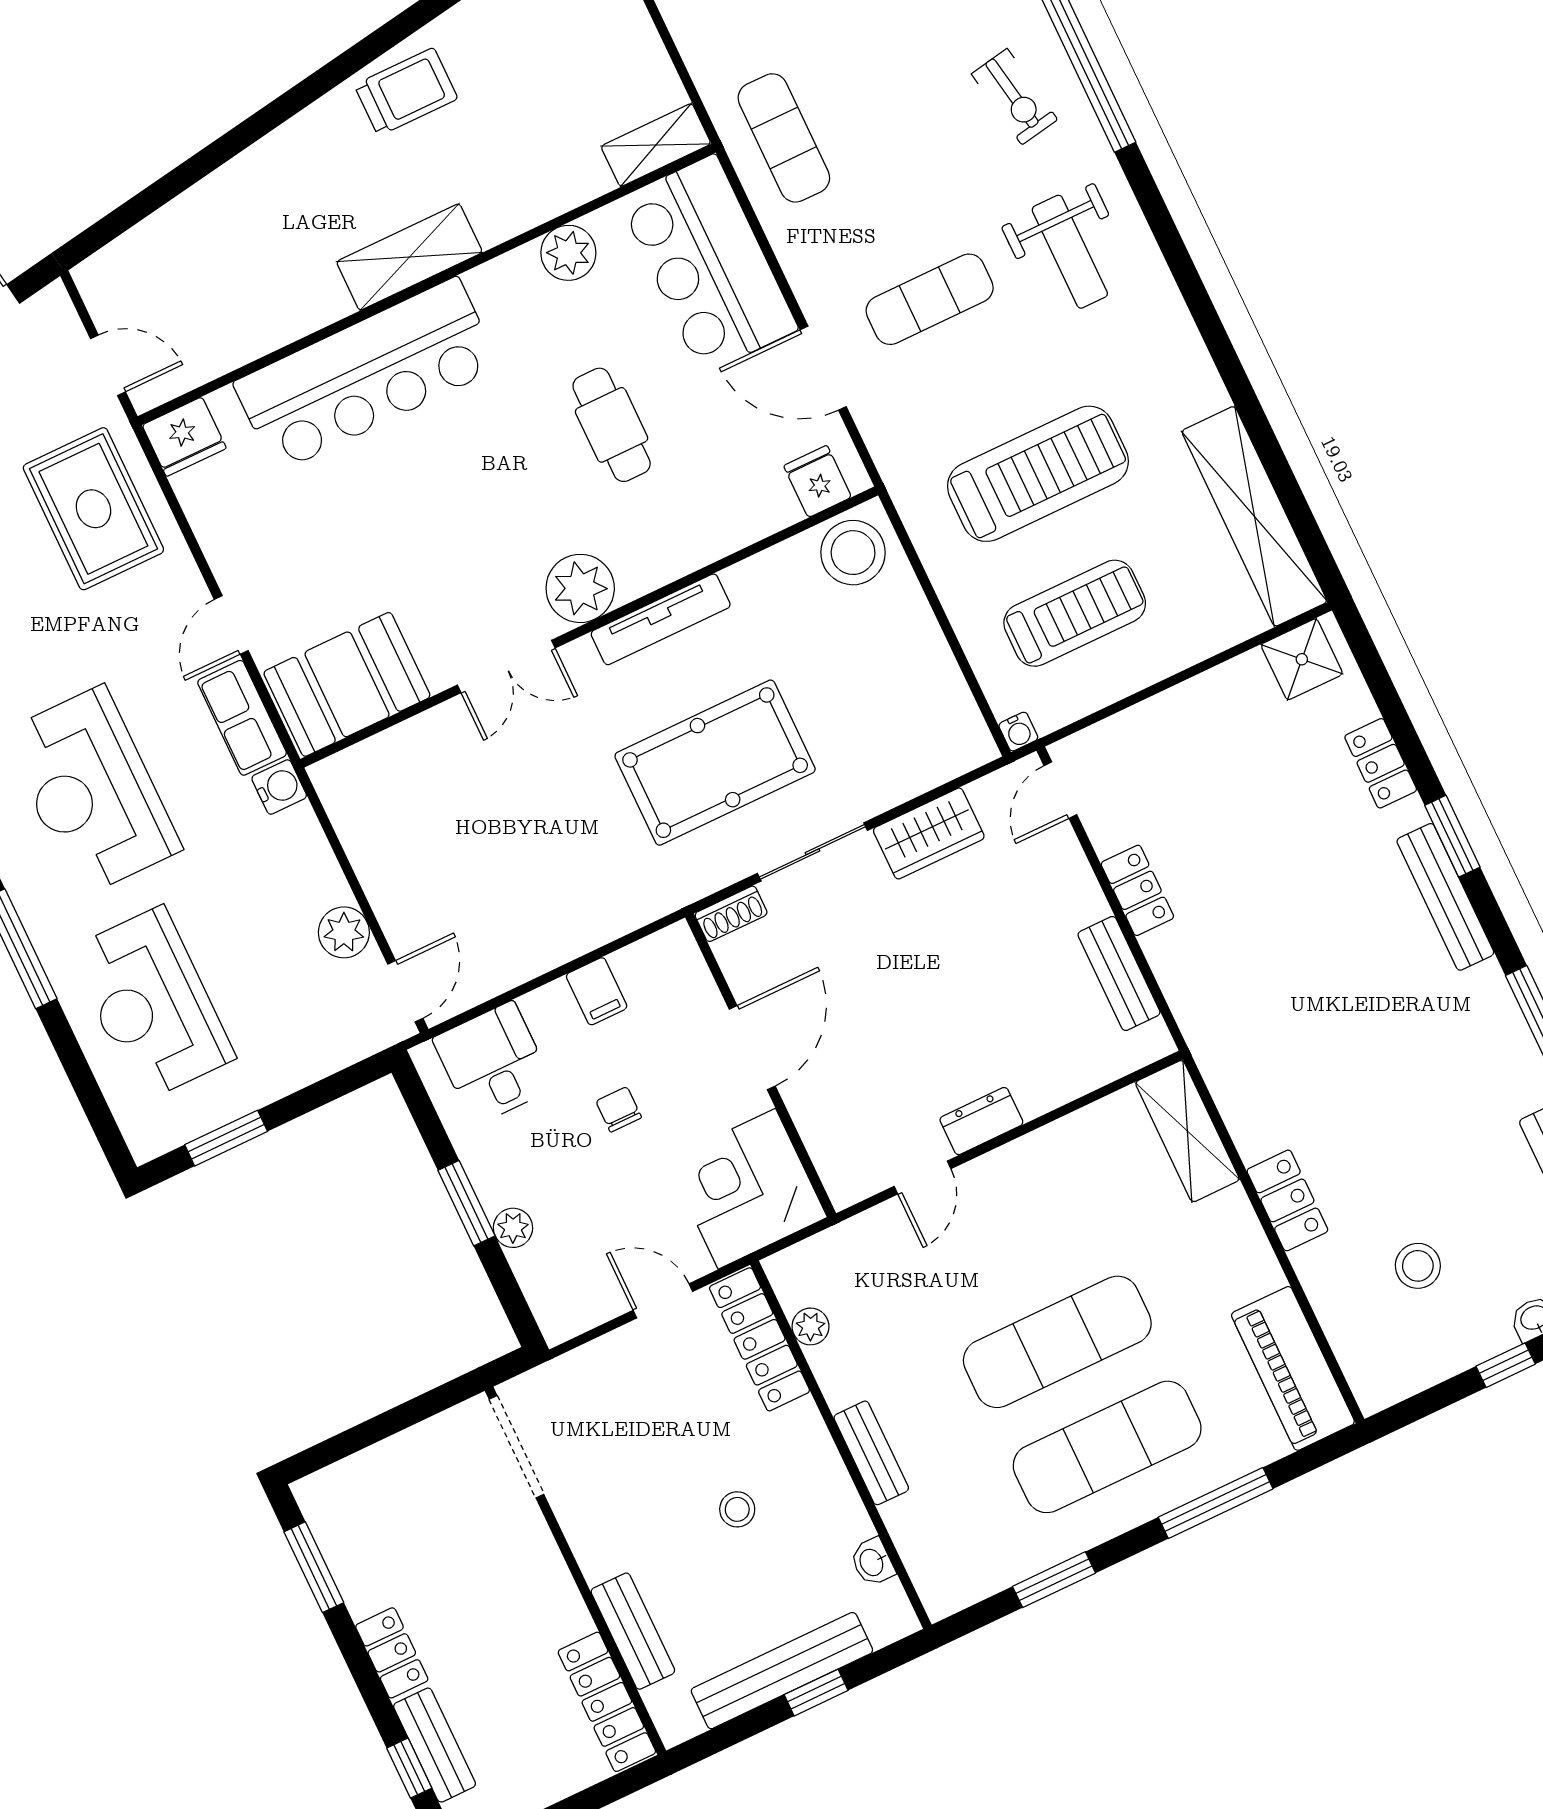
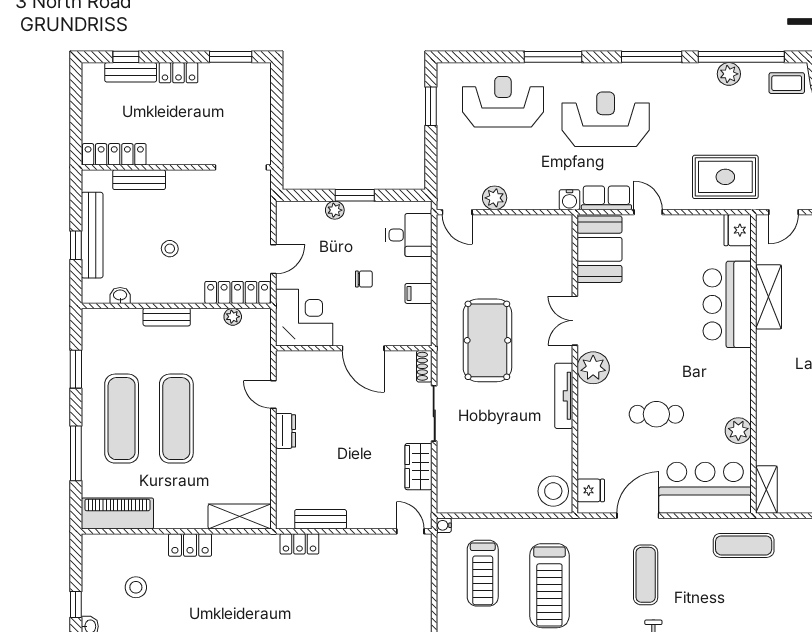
shelving: (409, 257) -> (769, 297), moved
bar counter: (367, 375) -> (727, 304), width x0.73
pool table: (715, 763) -> (487, 340), moved
locker: (1137, 890) -> (299, 544), moved

